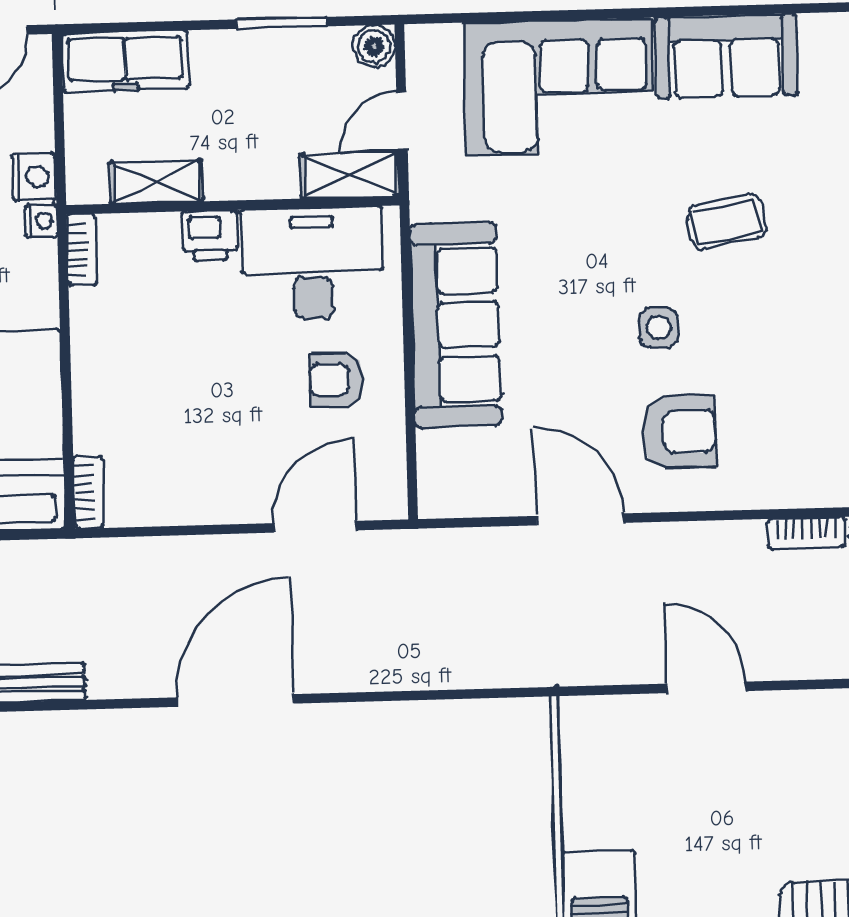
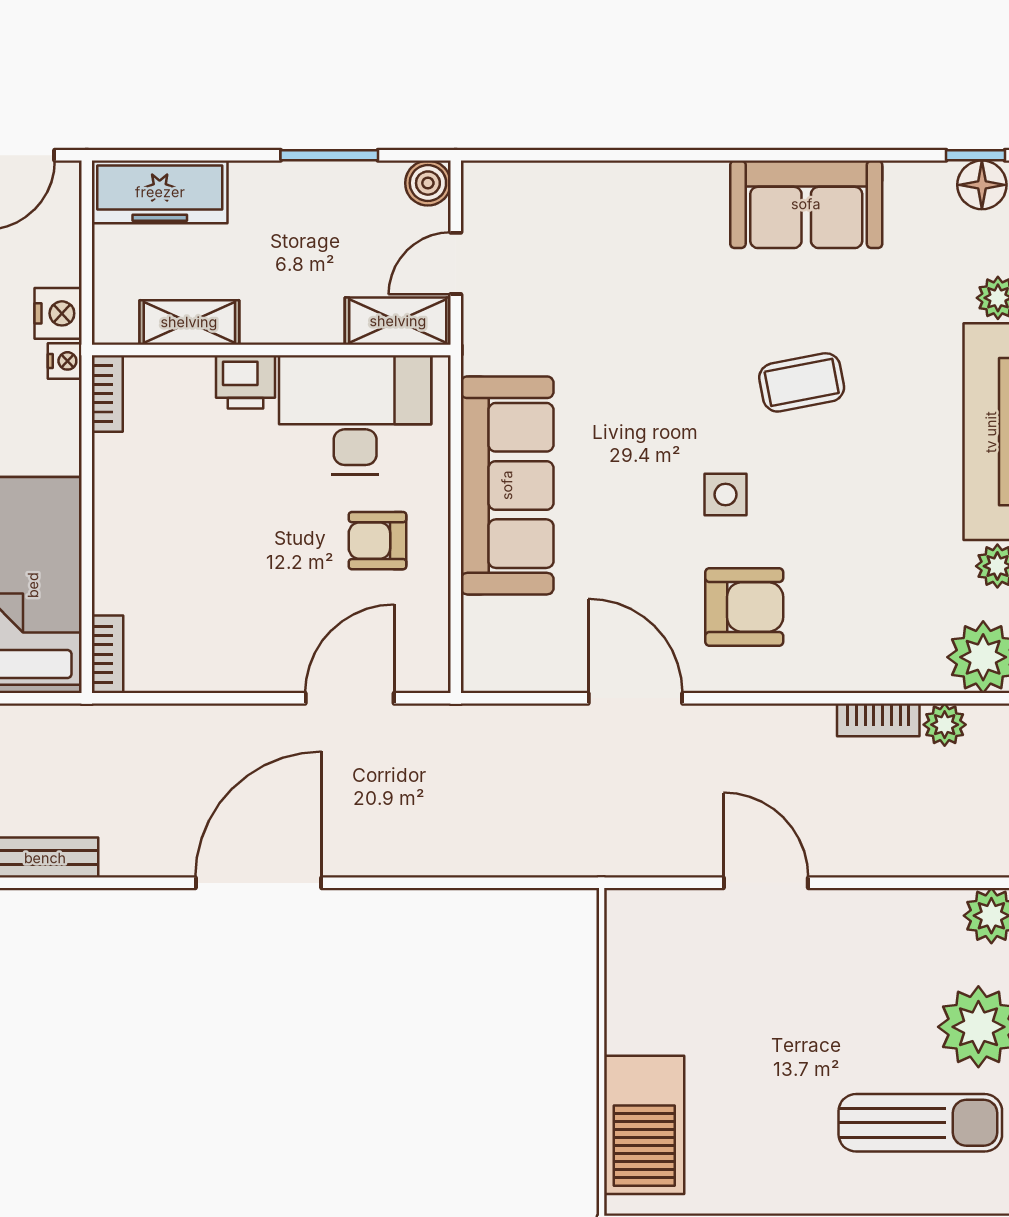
corner sofa: (559, 87) -> (625, 232), removed

